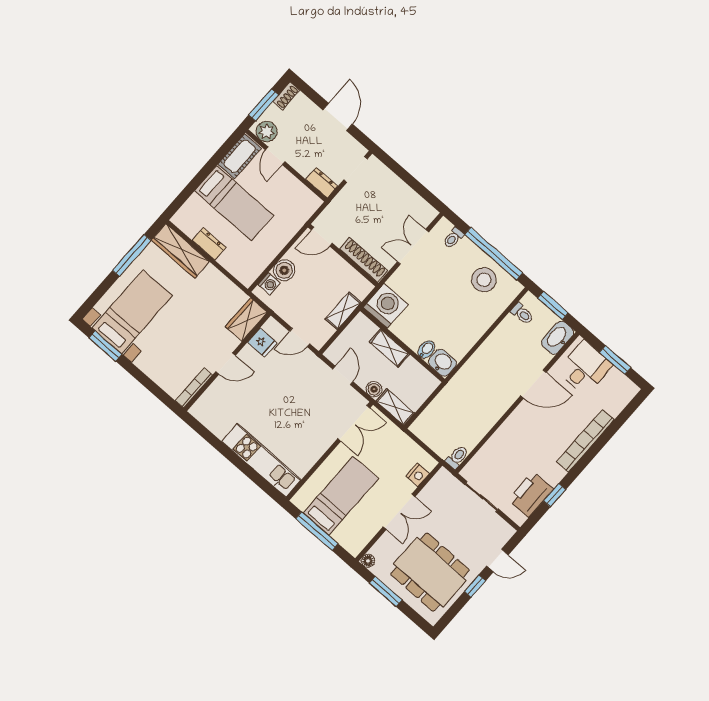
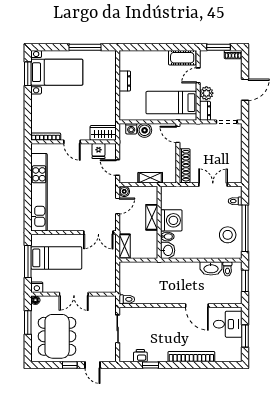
plant: (267, 132) -> (206, 93), moved
bed: (234, 203) -> (171, 103), moved, turned 90
wardrobe: (180, 251) -> (109, 70), removed
washing machine: (386, 306) -> (171, 220), moved
washbasin: (558, 338) -> (211, 268), moved, turned 180
boiler: (374, 389) -> (124, 191), moved
kitchen unit: (261, 460) -> (39, 192), width x1.36
nightstand: (418, 475) -> (37, 287), moved
printer: (531, 494) -> (140, 356), width x0.53, depth x0.68

